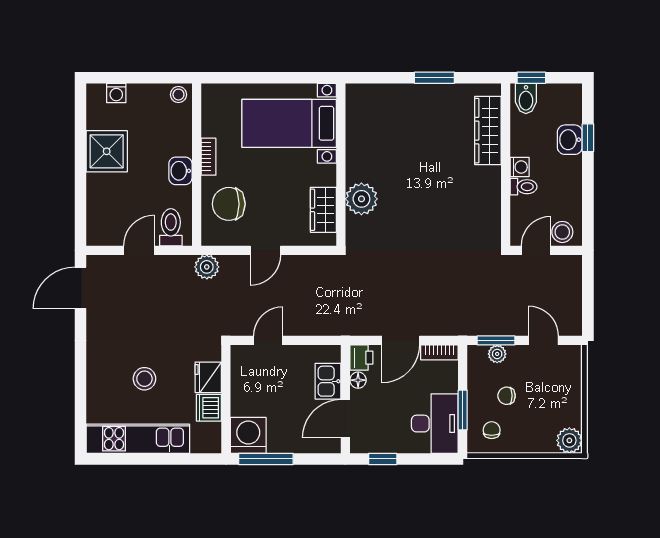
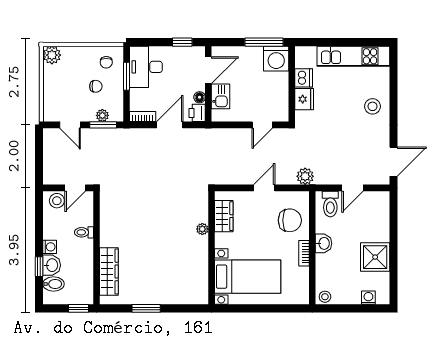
bidet: (526, 99) -> (53, 284), moved, turned 90
washing machine: (520, 167) -> (50, 247), moved, turned 180
plant: (361, 199) -> (202, 229), width x0.53, depth x0.53
stool: (144, 379) -> (373, 106), moved

